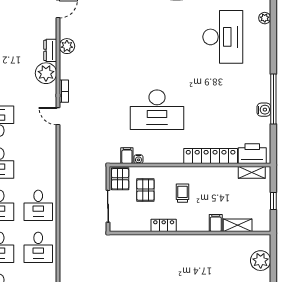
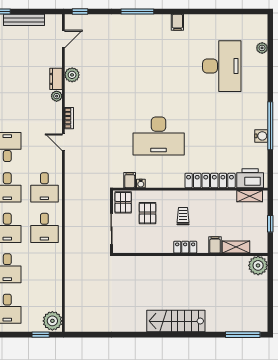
plant: (46, 73) -> (57, 96), width x0.53, depth x0.53
locker: (164, 225) -> (185, 247), moved
desk: (38, 247) -> (44, 187), moved
plant: (261, 261) -> (258, 265), moved

